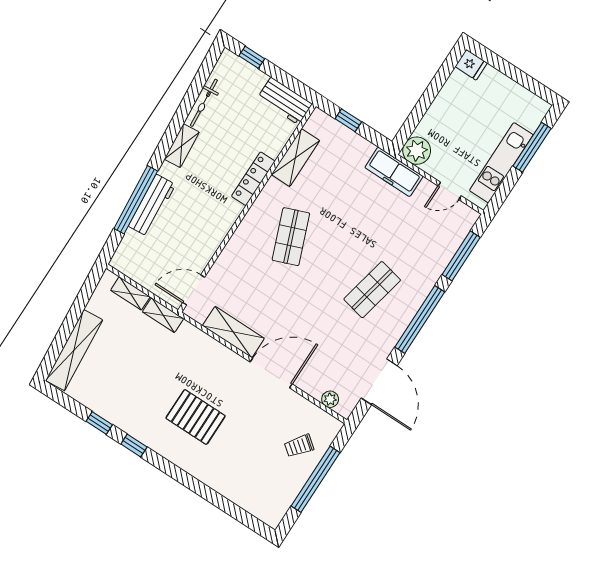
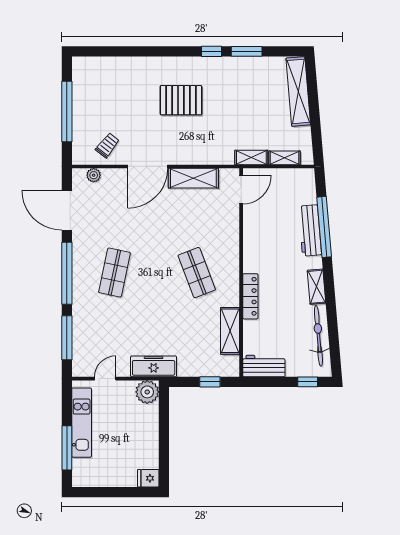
bicycle: (204, 103) -> (318, 336), width x1.37, depth x1.40
window: (99, 423) -> (247, 51), width x1.50
trolley: (299, 446) -> (107, 145), moved

